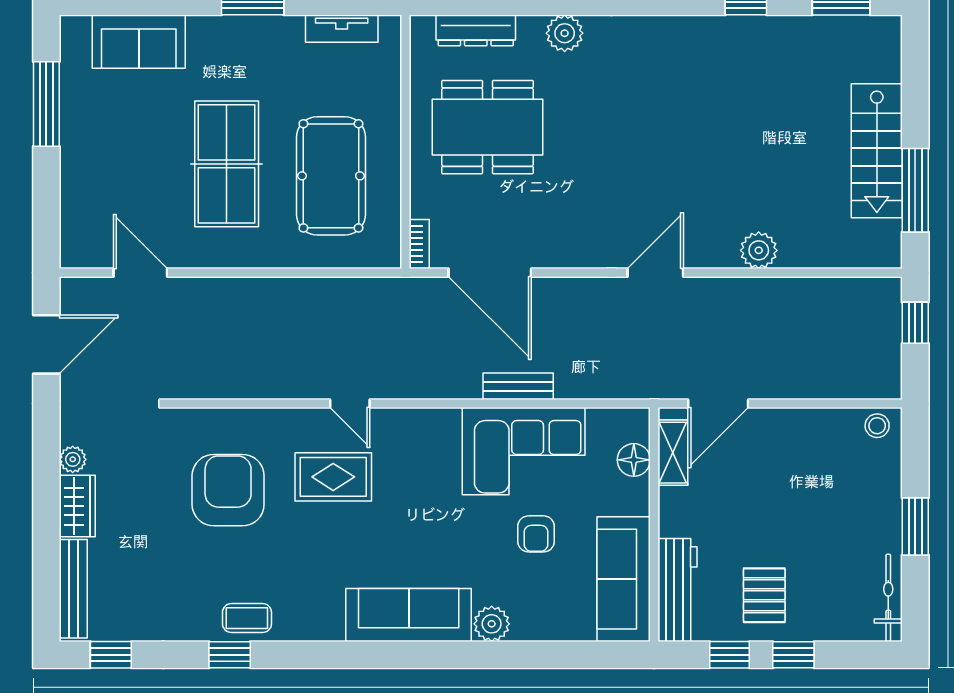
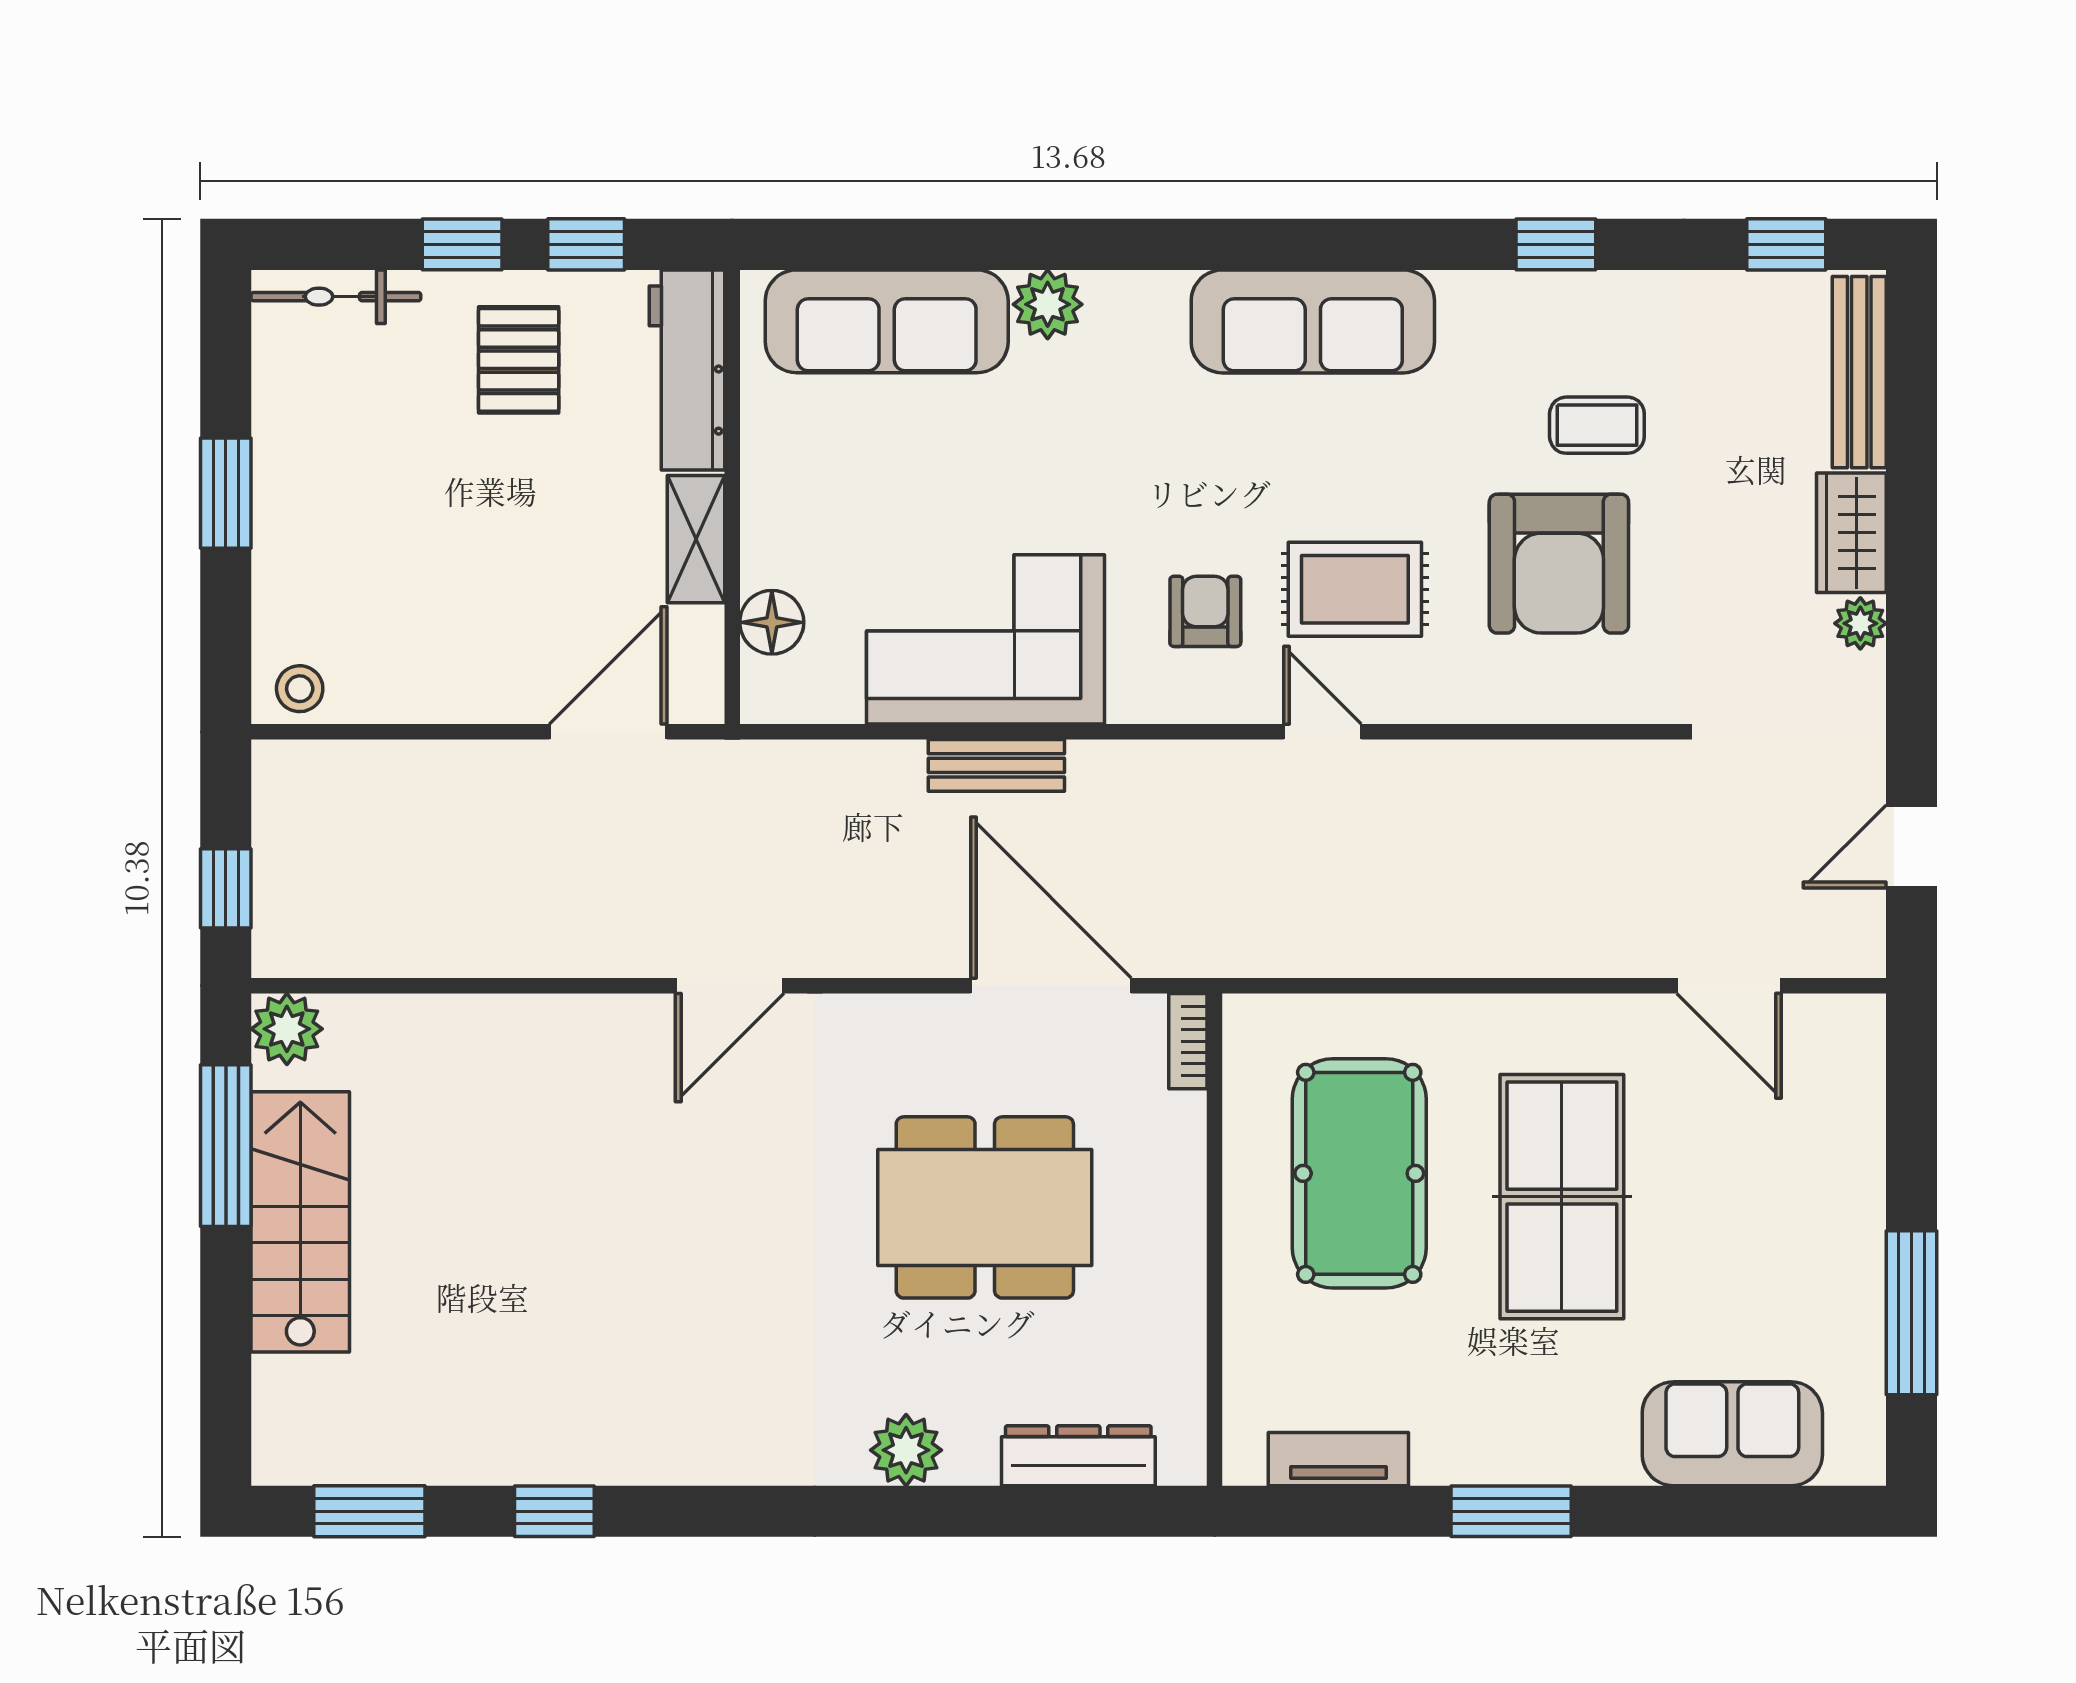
dining table: (488, 127) -> (985, 1207), moved
plant: (759, 250) -> (287, 1029), moved
door: (46, 344) -> (1911, 846), width x0.73
shelving: (673, 453) -> (696, 539), moved
armchair: (536, 534) -> (1205, 611), moved
sofa: (624, 579) -> (887, 321), moved, turned 90
bicycle: (888, 598) -> (336, 297), moved, turned 90
sofa: (409, 615) -> (1313, 321), moved
coffee table: (247, 618) -> (1597, 425), moved

